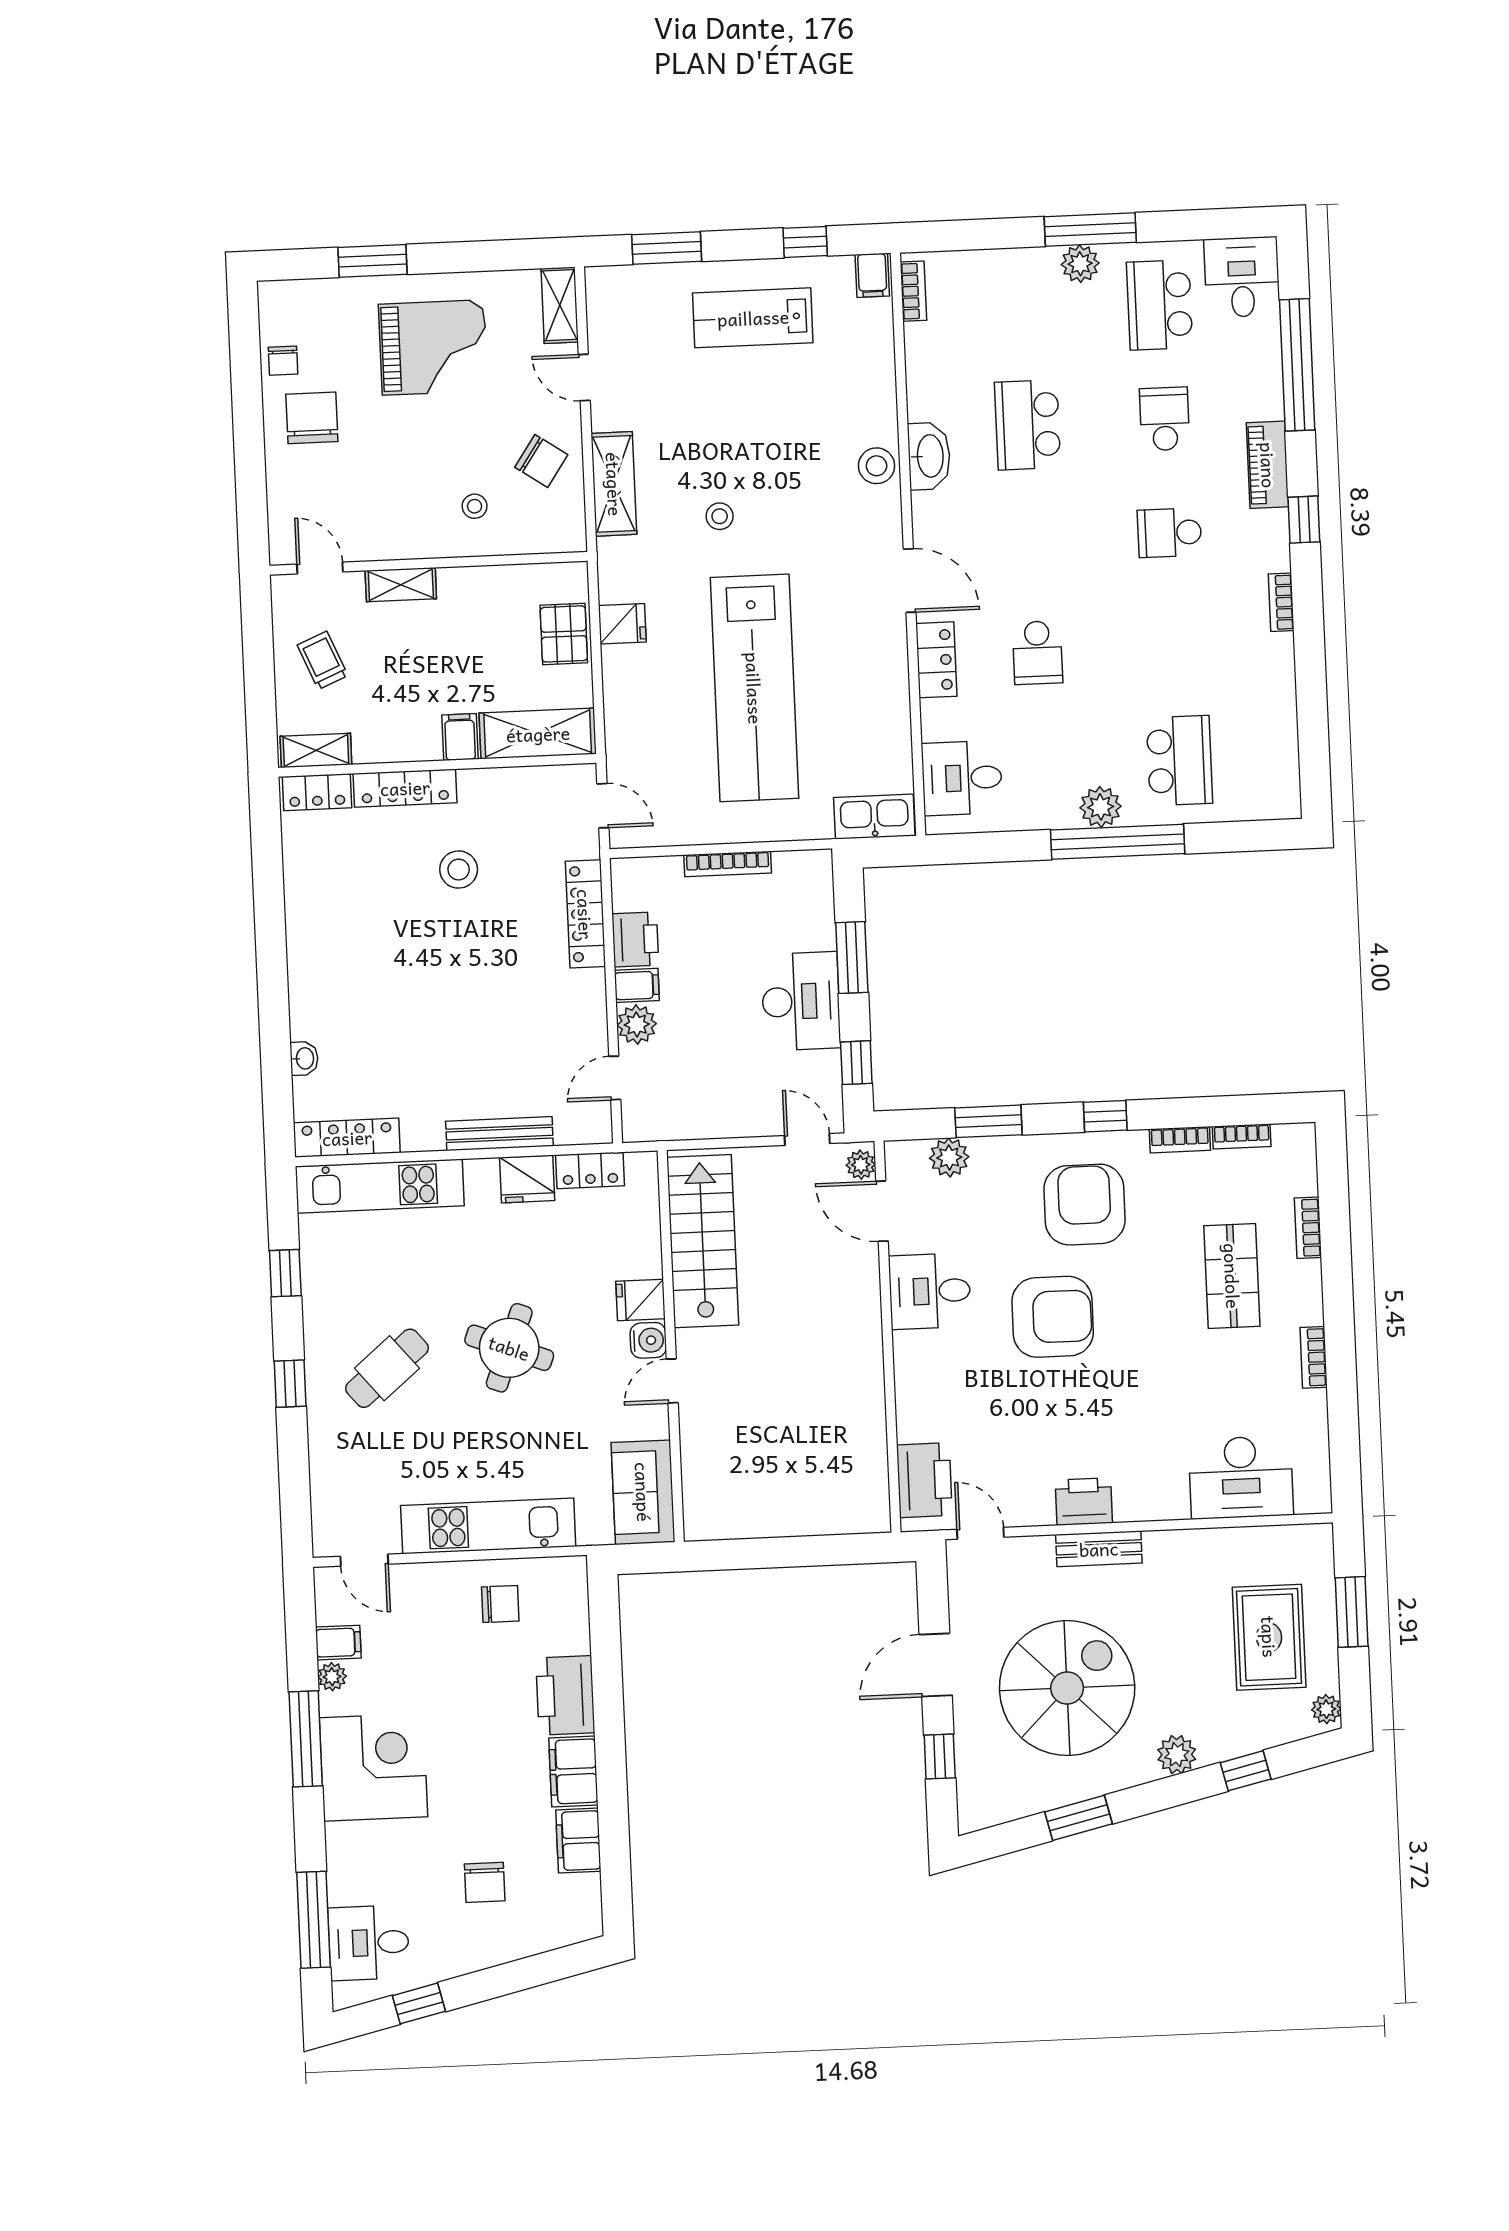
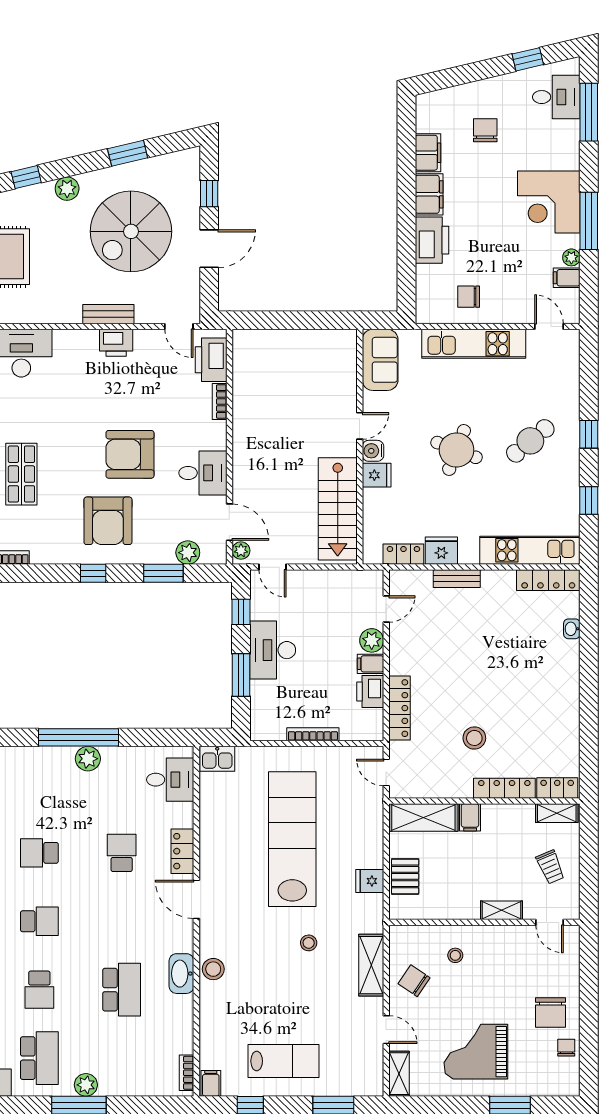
school desk: (1179, 761) -> (39, 853), moved, width x0.54
kitchen sink: (874, 817) -> (217, 759), width x0.73
bench: (499, 1134) -> (457, 579), width x0.73
bookcase: (1180, 1140) -> (220, 401), moved, turned -90

